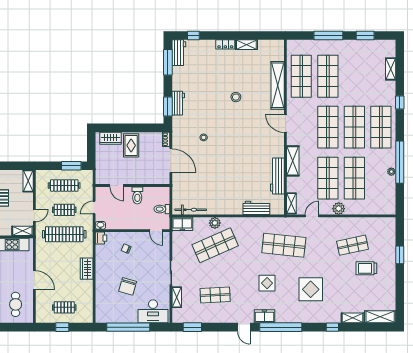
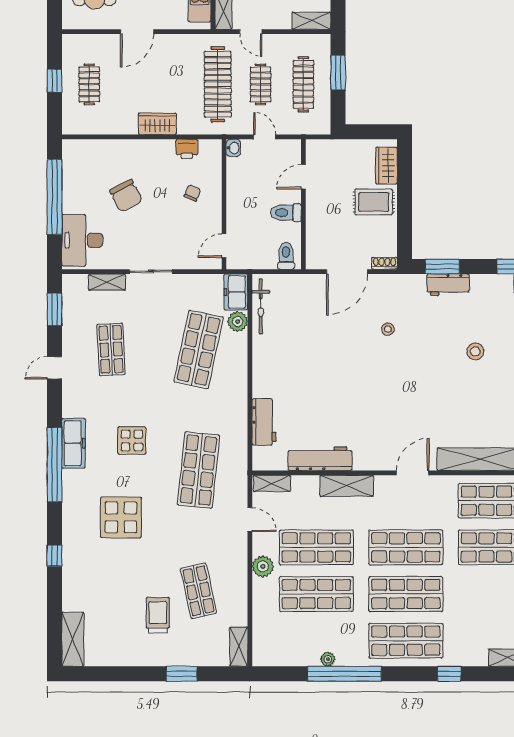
stool: (236, 97) -> (475, 351), moved
window: (71, 166) -> (338, 73), moved
toilet: (162, 209) -> (286, 256), moved
plant: (215, 223) -> (238, 322), moved
printer: (101, 238) -> (187, 149), moved
shop shelf: (215, 245) -> (198, 349), turned 36
chair: (128, 286) -> (126, 196), turned -133
freezer: (264, 316) -> (74, 443), width x1.40
shelving: (353, 318) -> (239, 647), moved
door: (244, 327) -> (55, 368), moved

